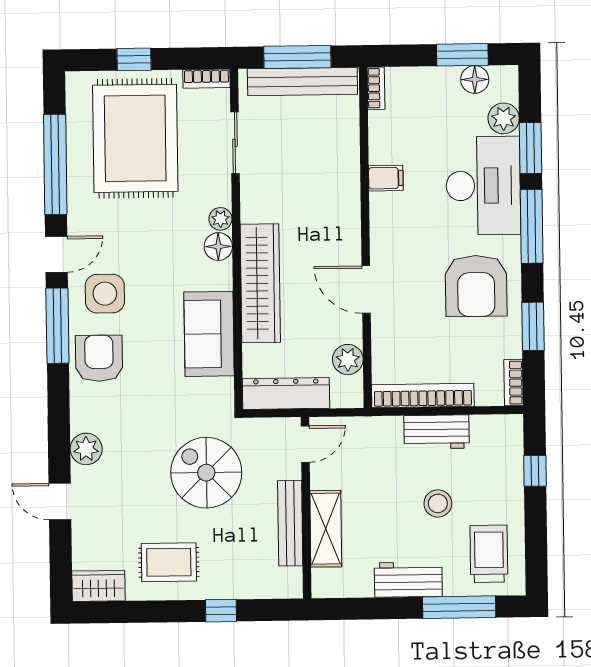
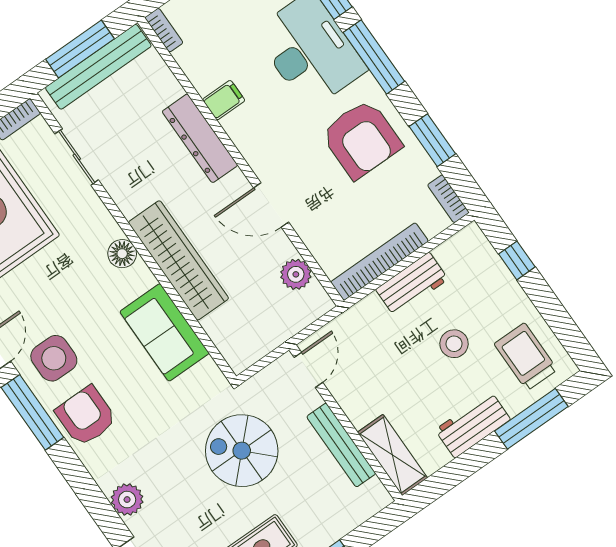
plant: (220, 219) -> (108, 229), removed
dresser: (286, 394) -> (200, 138), moved, turned -90
shelving: (326, 529) -> (392, 455), moved

